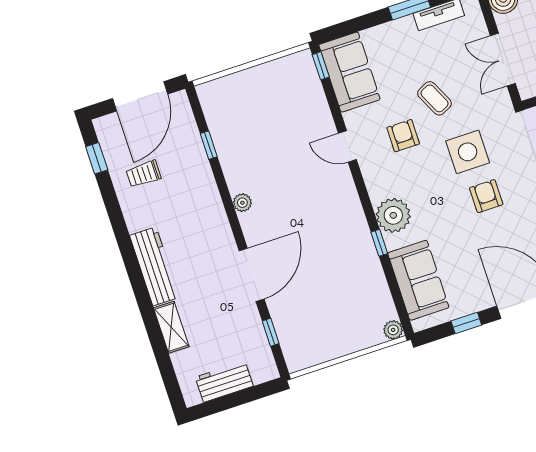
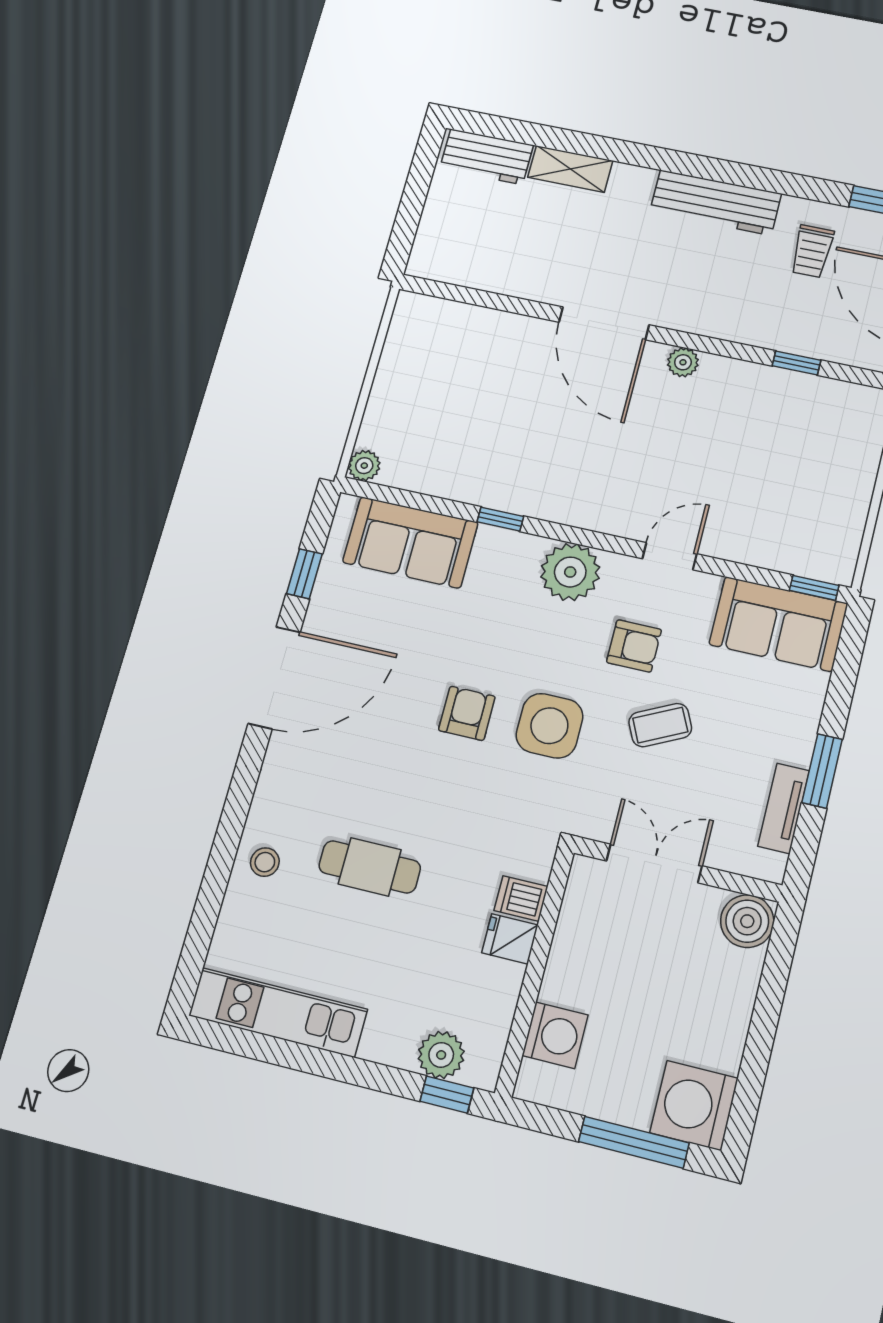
trolley: (144, 174) -> (812, 251), turned 180
armchair: (486, 196) -> (467, 713), turned -90
plant: (393, 215) -> (570, 572), moved
workbench: (154, 266) -> (716, 203), moved
door: (252, 275) -> (604, 323), moved
window: (271, 332) -> (474, 297), removed
workbench: (224, 382) -> (486, 157), moved, turned 90

